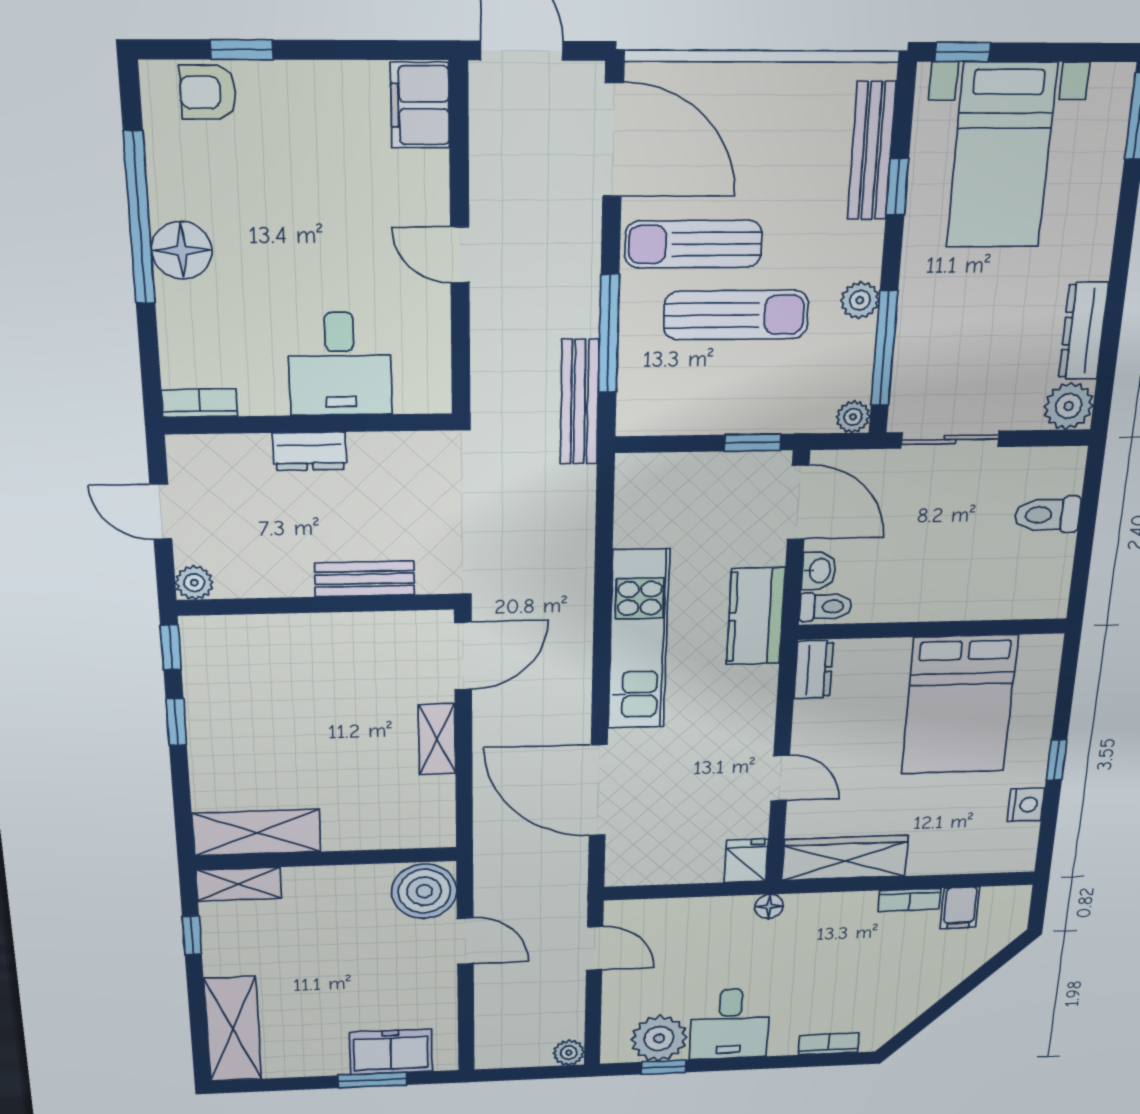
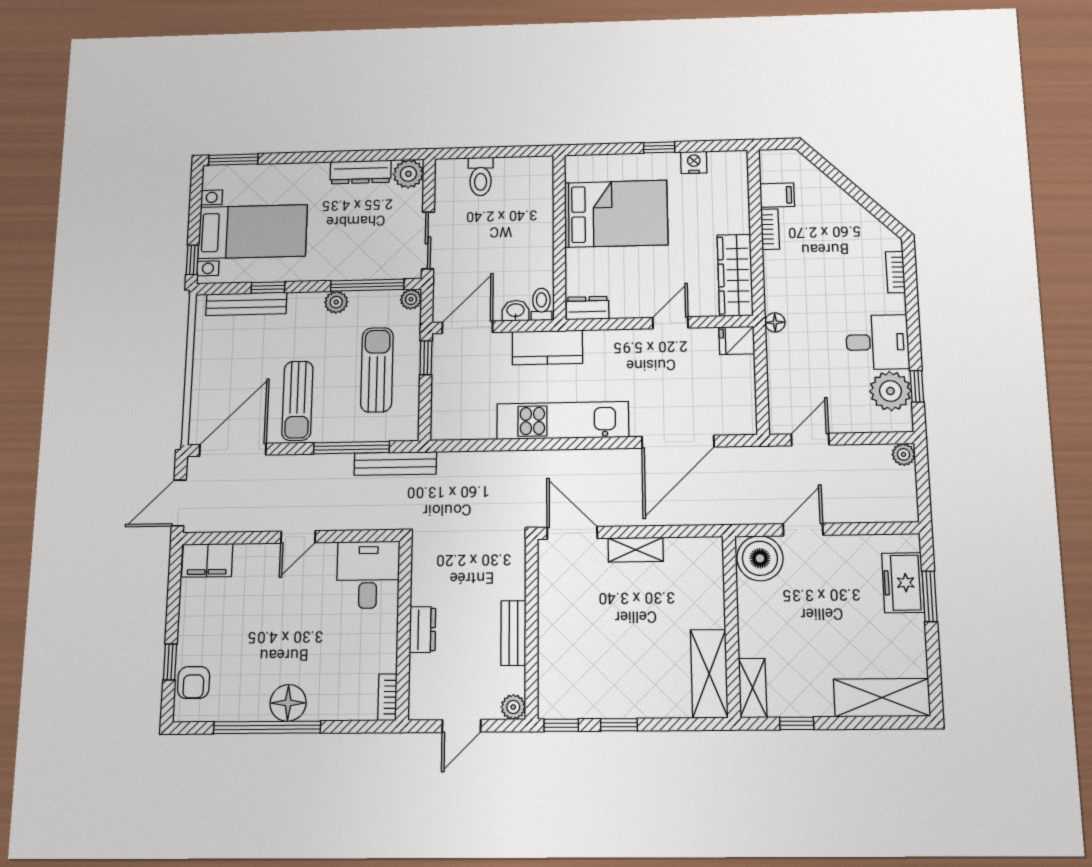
sun lounger: (736, 315) -> (377, 370), moved
desk: (340, 364) -> (368, 575), moved, turned -90
bench: (365, 579) -> (513, 633), moved

